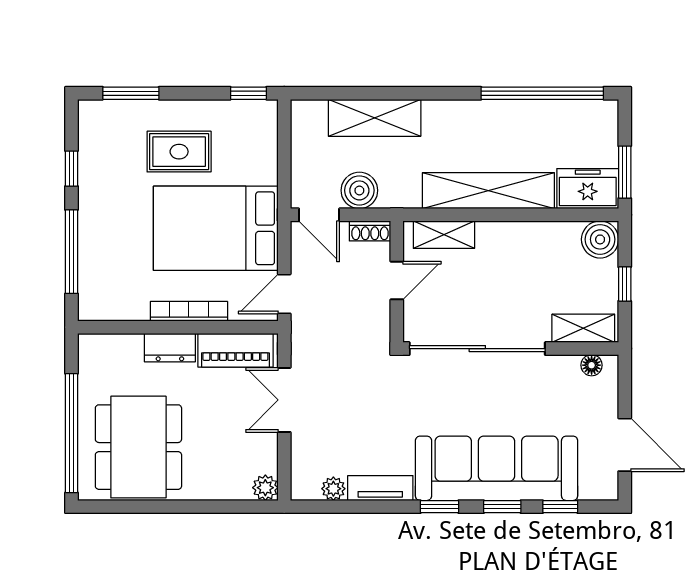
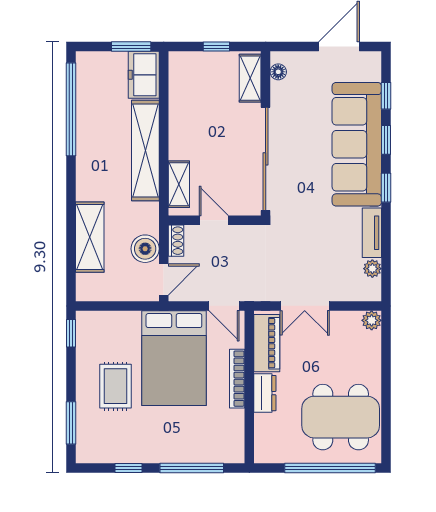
boiler: (600, 239) -> (182, 65), removed

